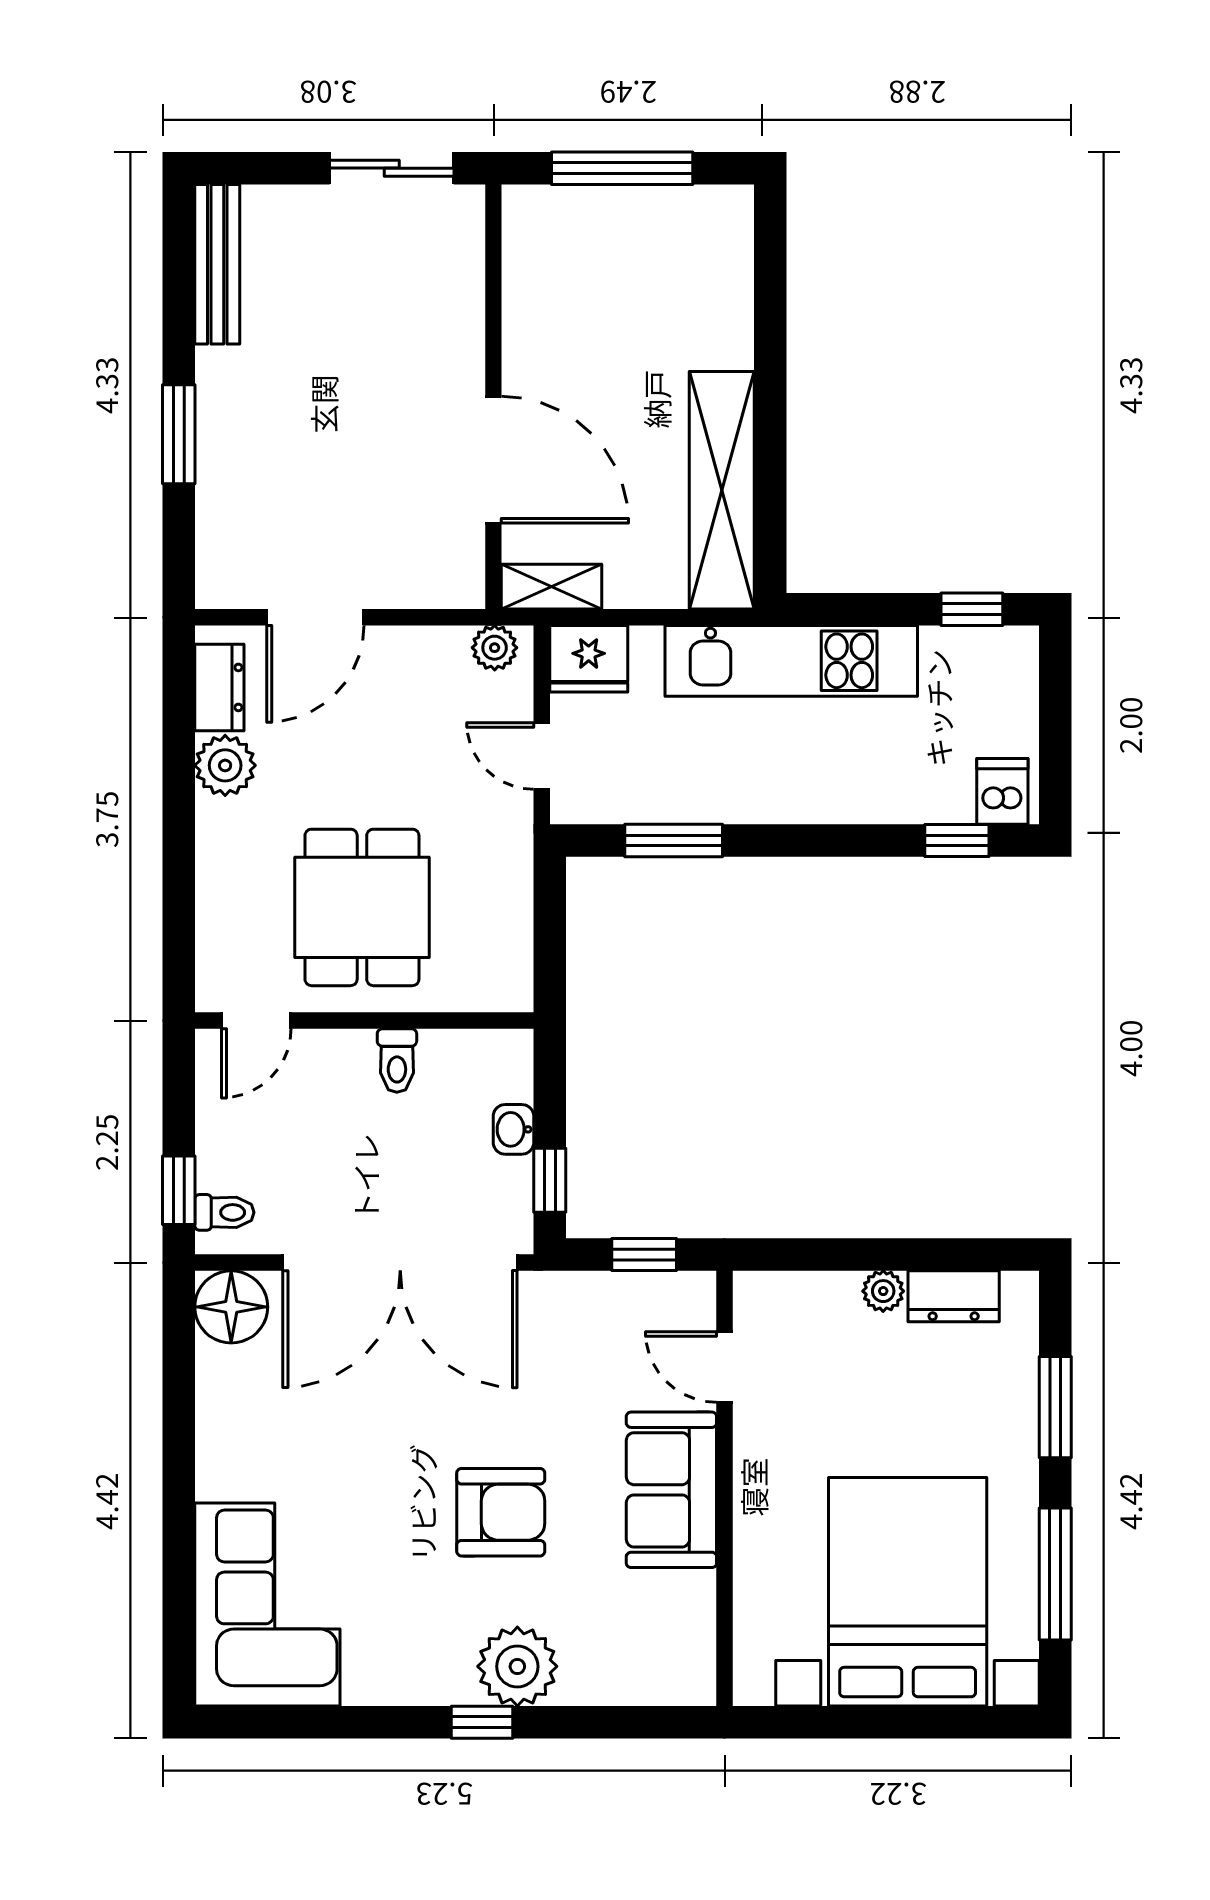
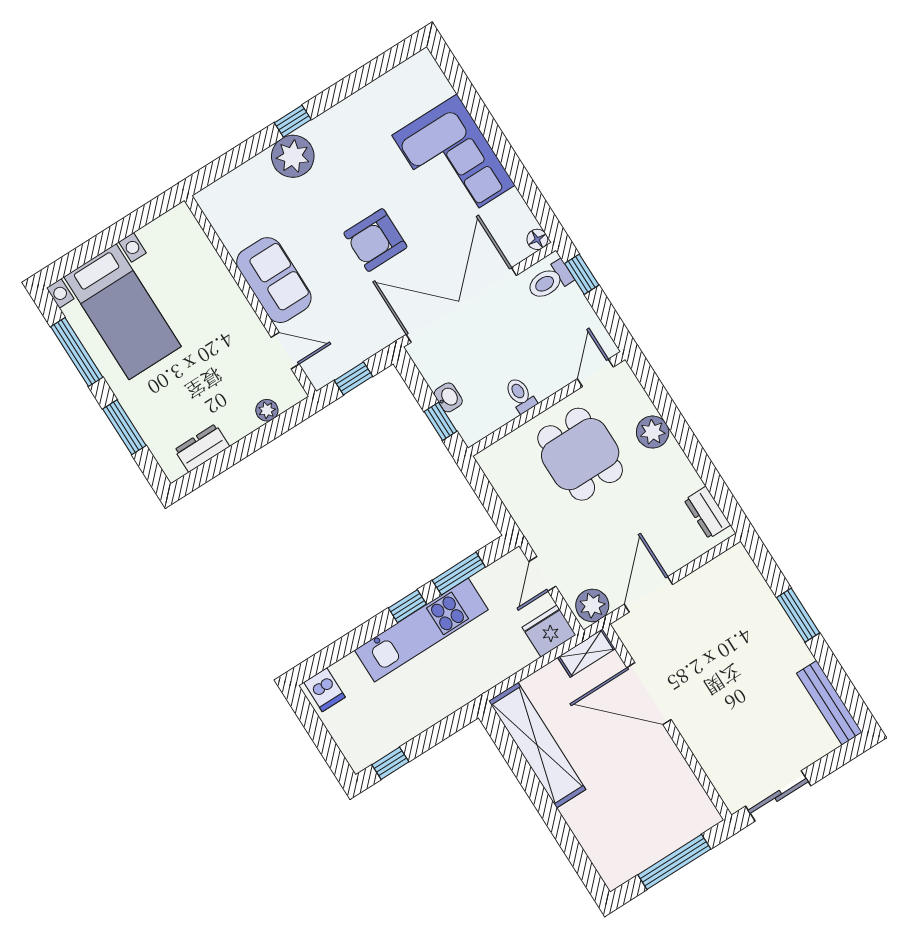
door: (315, 617) -> (648, 594), moved
plant: (495, 648) -> (592, 605), width x1.38, depth x1.38
kitchen unit: (791, 661) -> (421, 630), moved, turned 180
door: (542, 756) -> (542, 574), swing flipped
plant: (225, 765) -> (653, 432), moved
window: (957, 840) -> (407, 606), moved
window: (550, 1180) -> (440, 421), moved
toilet: (224, 1212) -> (550, 280), width x1.37, depth x1.39
plant: (883, 1291) -> (267, 410), moved
floor lamp: (231, 1307) -> (537, 239), width x0.53, depth x0.53
armchair: (501, 1512) -> (375, 240), moved
bed with nightstands: (908, 1592) -> (122, 312), width x0.73
corner sofa: (267, 1605) -> (453, 160), moved

